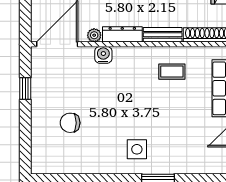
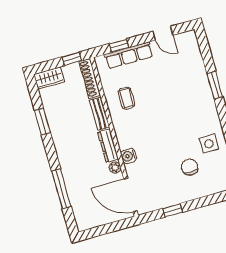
chair: (70, 123) -> (190, 167), turned 180
side table: (137, 149) -> (209, 144), moved

